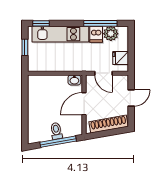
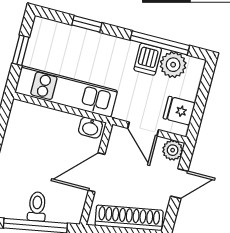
window: (41, 23) -> (87, 24), moved
kitchen unit: (60, 34) -> (66, 92), moved, turned 180
plant: (123, 81) -> (173, 150), added

